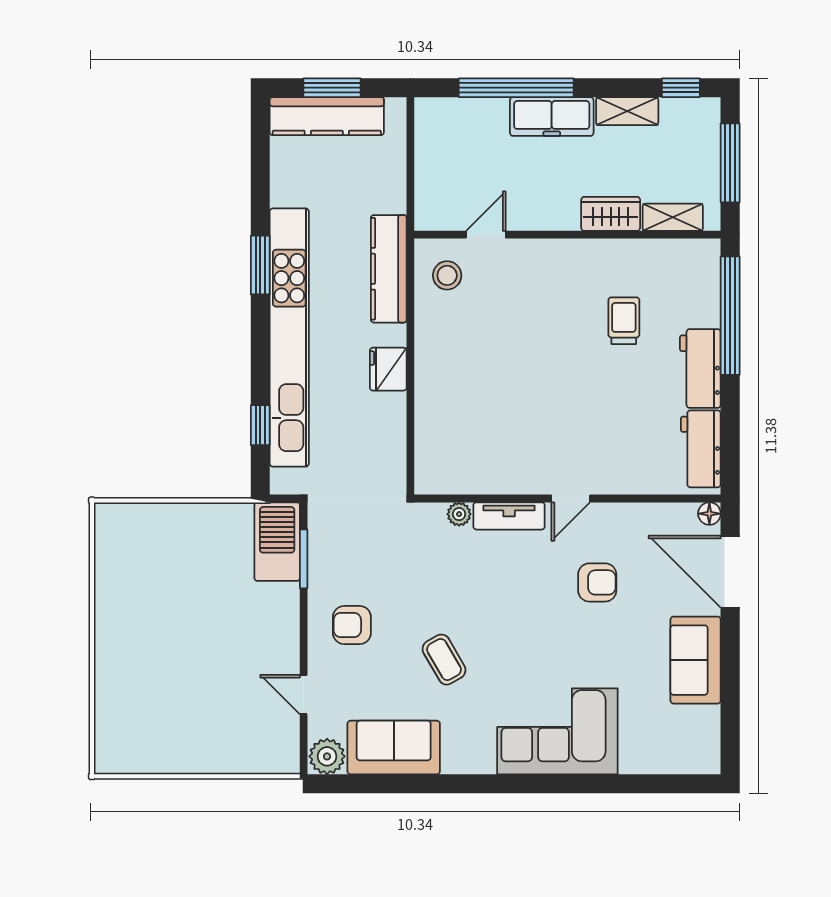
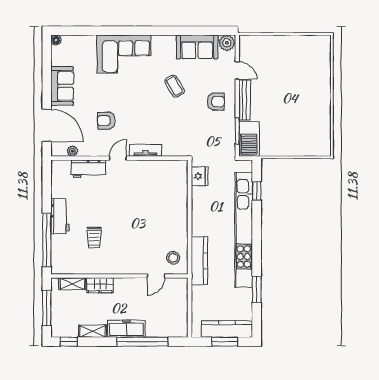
window: (260, 265) -> (257, 289), moved
fridge: (388, 369) -> (200, 176), moved
workbench: (701, 449) -> (88, 169), moved, turned 90
plant: (459, 514) -> (72, 151), moved
floor lamp: (709, 514) -> (56, 40), moved
bench: (287, 629) -> (245, 100), added

